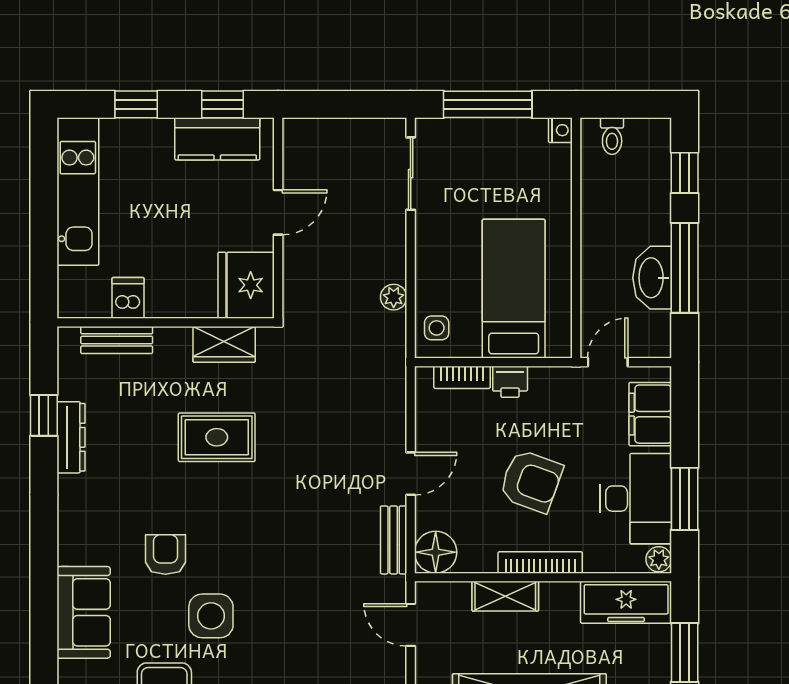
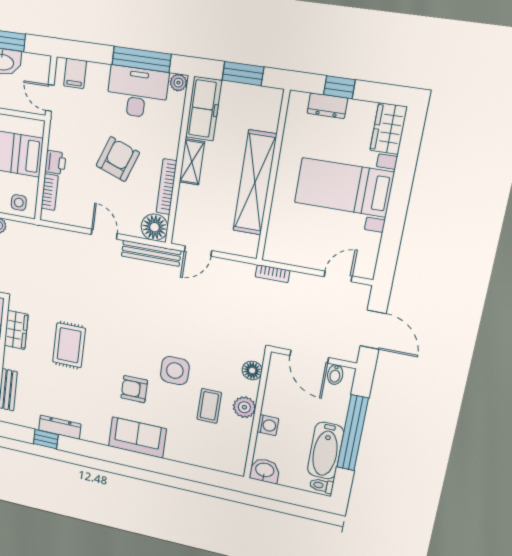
filing cabinet: (650, 414) -> (75, 73), width x0.50
window: (685, 499) -> (141, 59), width x1.44
bench: (394, 540) -> (151, 253), width x1.36
bookcase: (540, 562) -> (167, 187), moved
shelving: (505, 596) -> (192, 162), moved
sofa: (84, 612) -> (137, 437), moved

